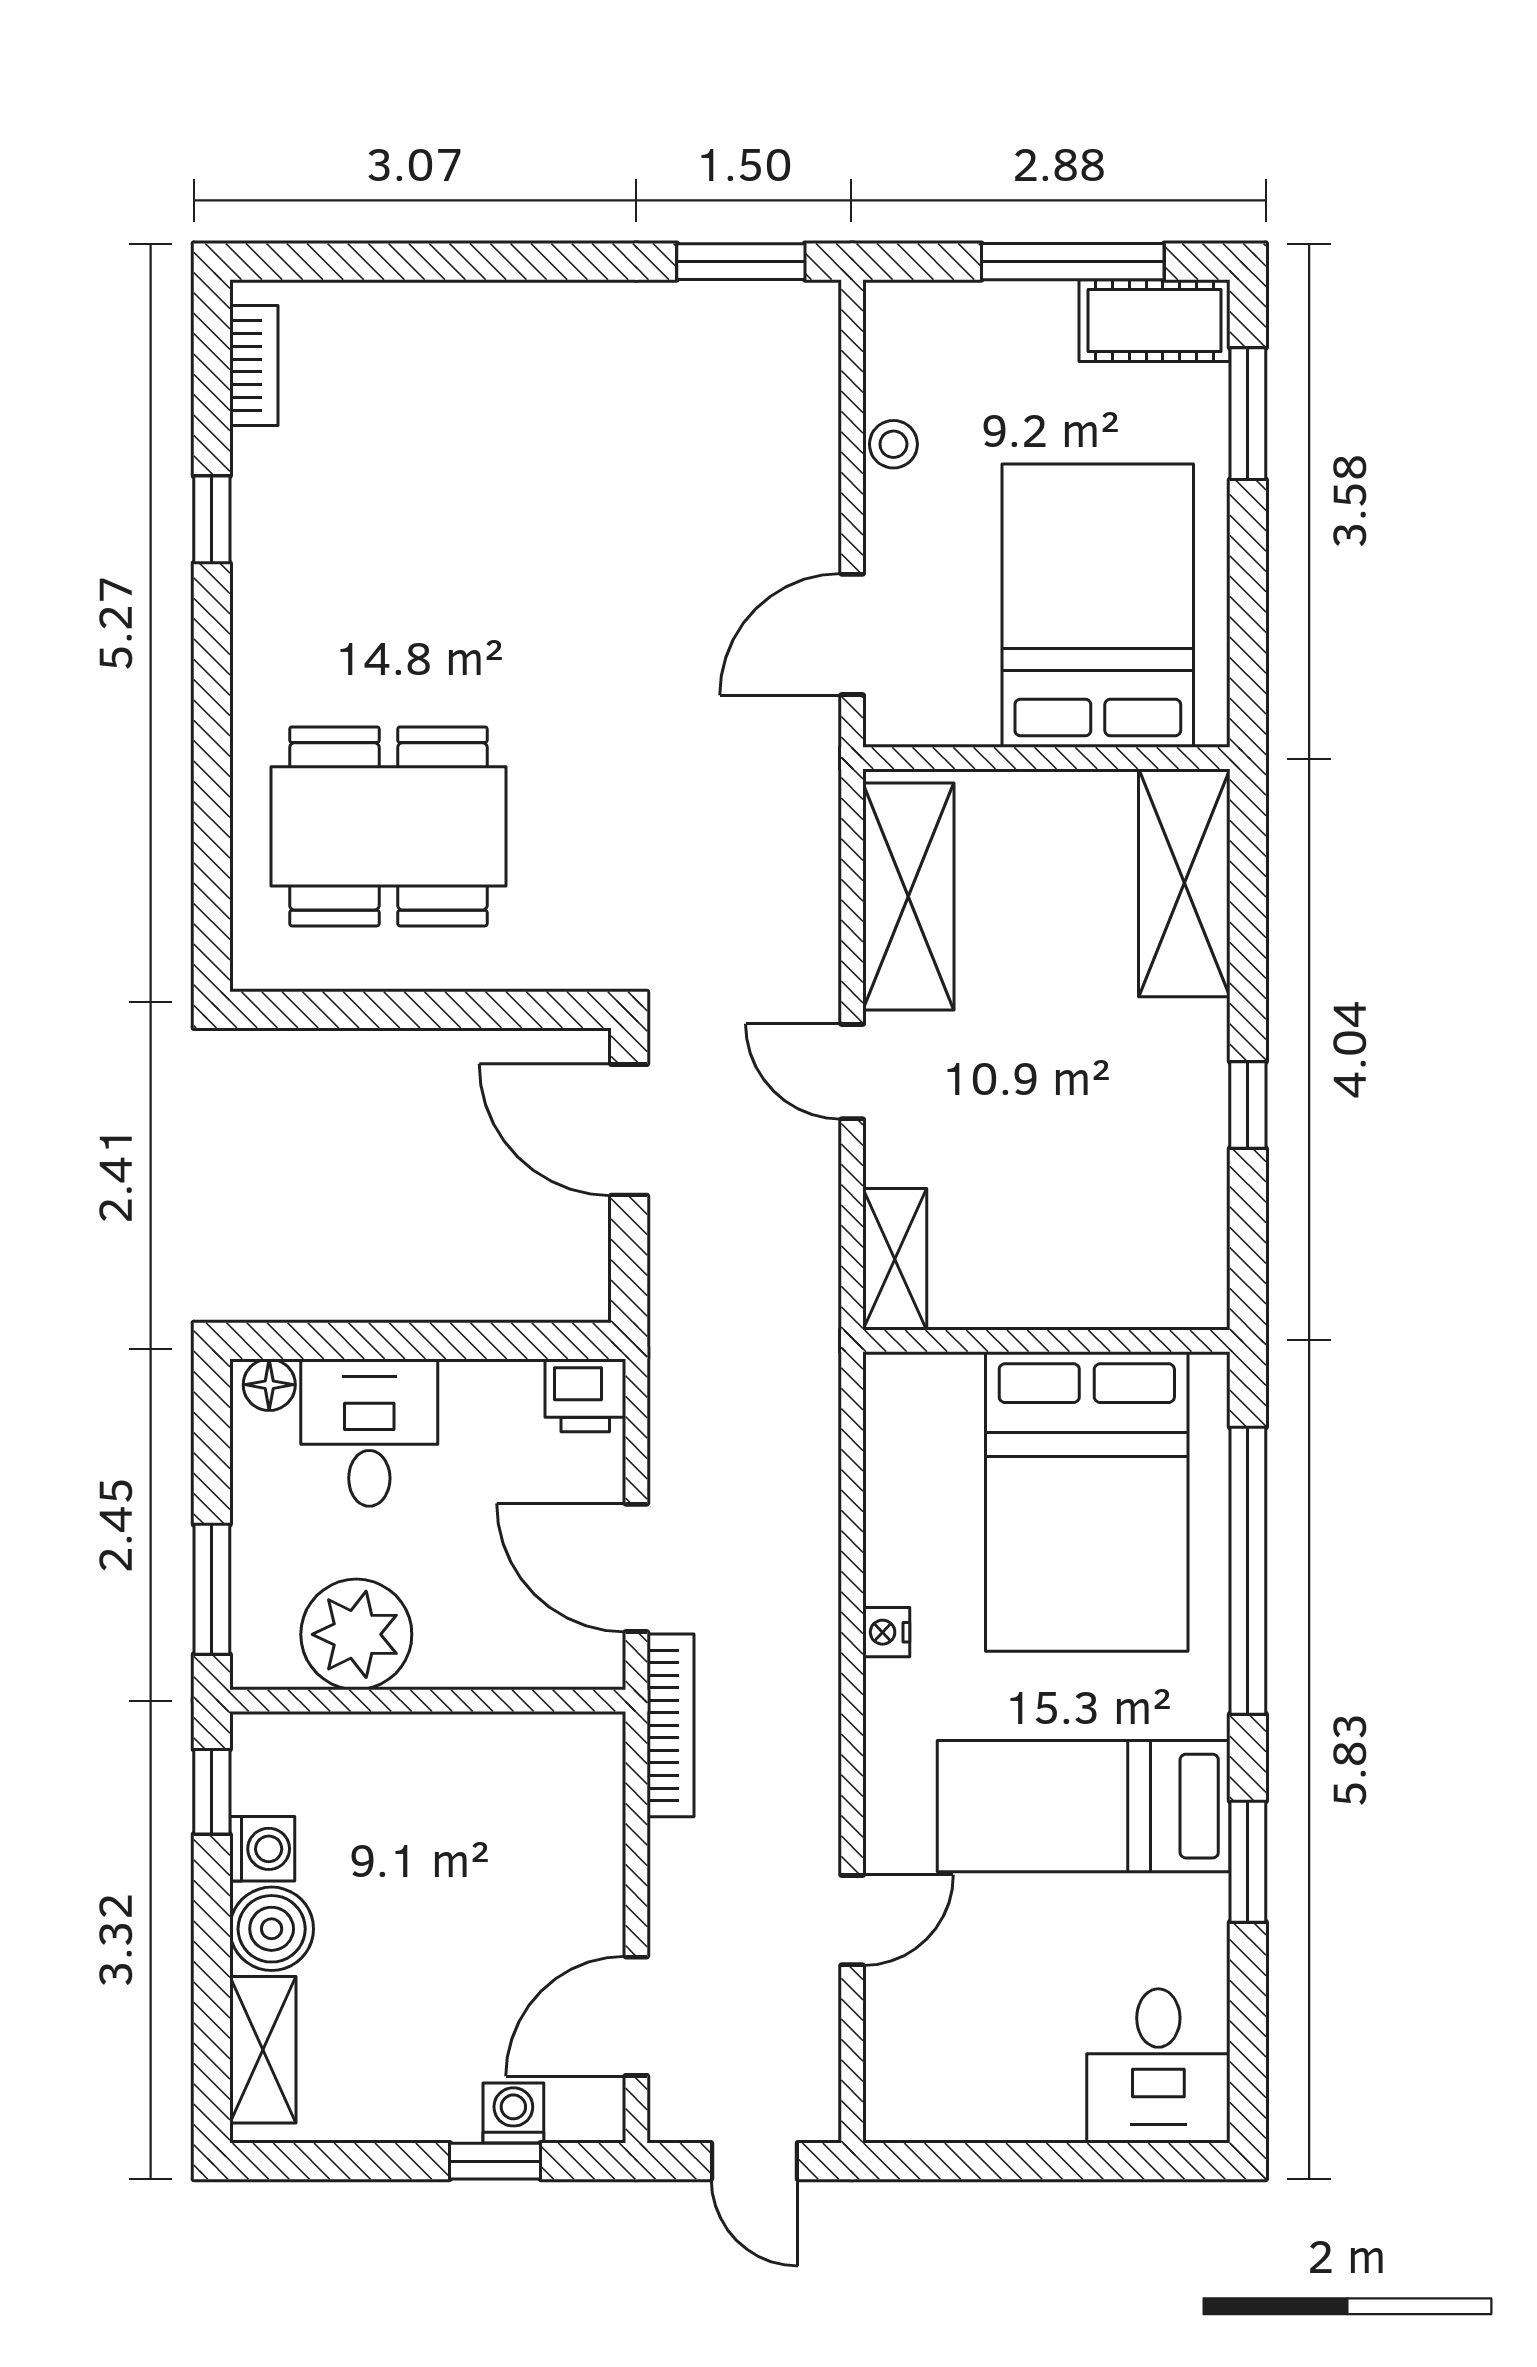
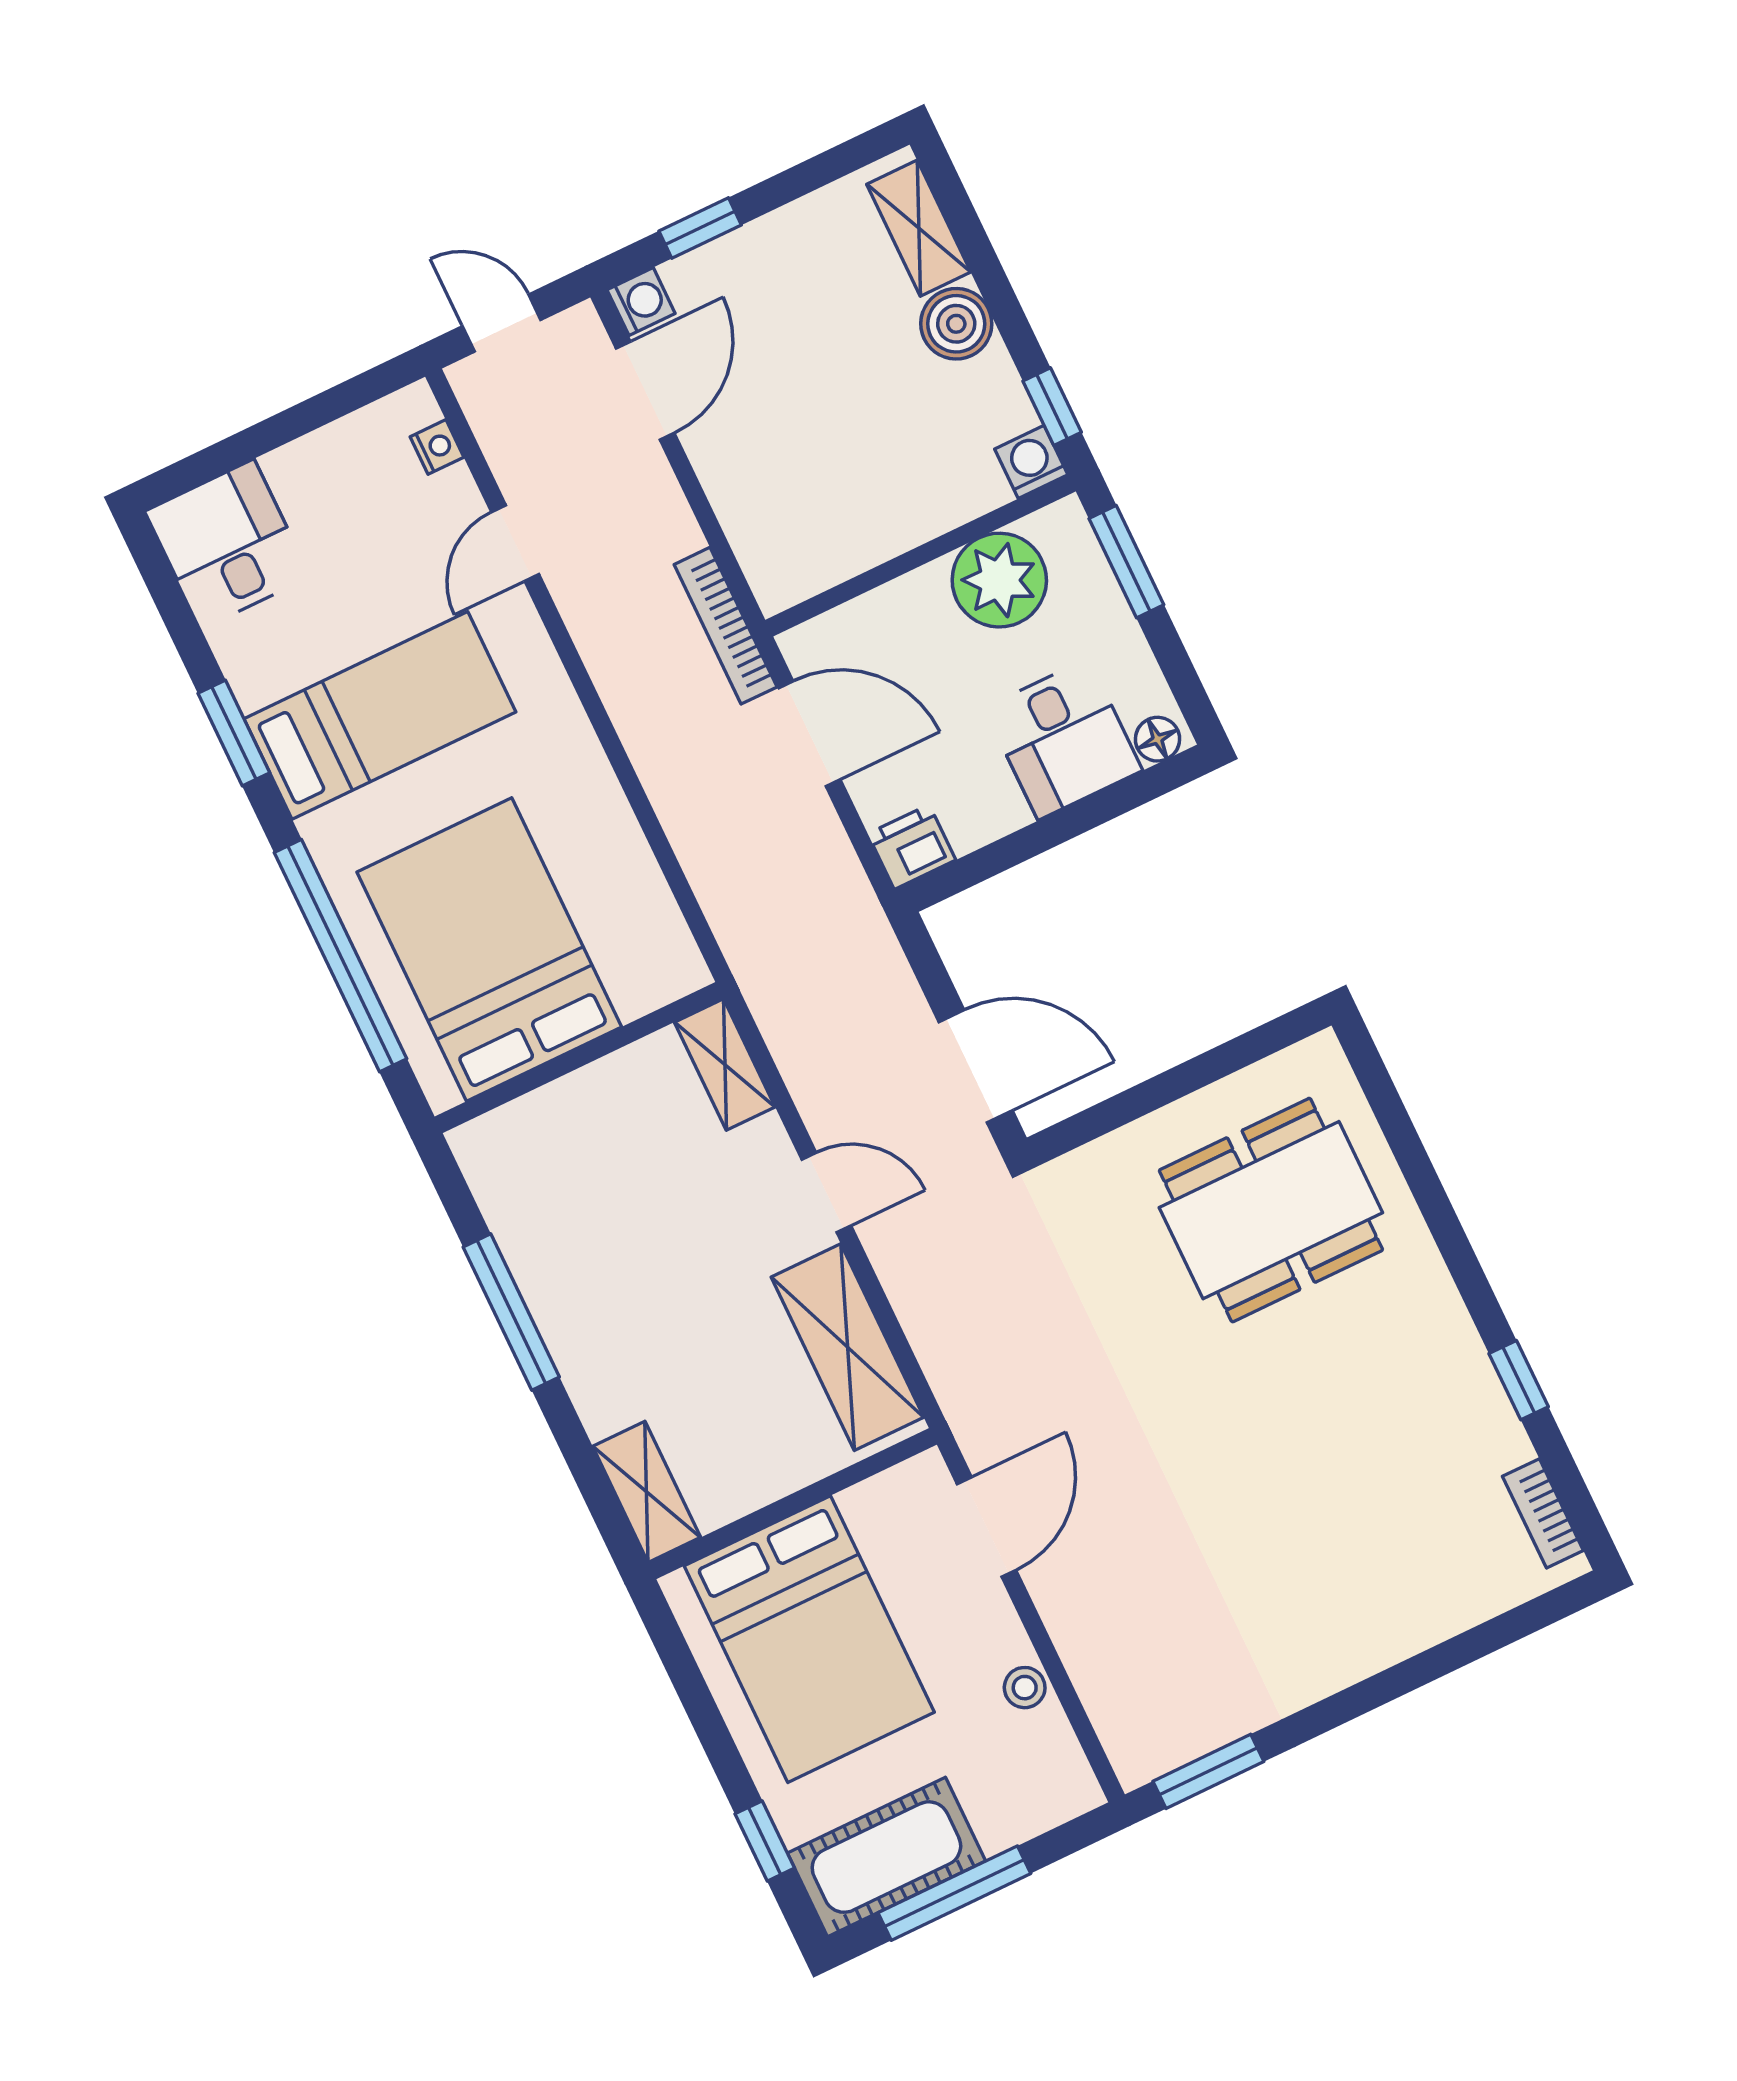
cot: (1154, 321) -> (886, 1857), width x1.37, depth x1.34
window: (1248, 414) -> (765, 1841), width x0.67
shelving: (1184, 883) -> (647, 1492), width x0.67, depth x0.75
window: (1248, 1105) -> (511, 1312), width x2.17
nightstand: (886, 1632) -> (437, 447), moved
washing machine: (262, 1849) -> (1031, 462), moved, turned 90
washing machine: (513, 2113) -> (641, 302), moved, turned -90

